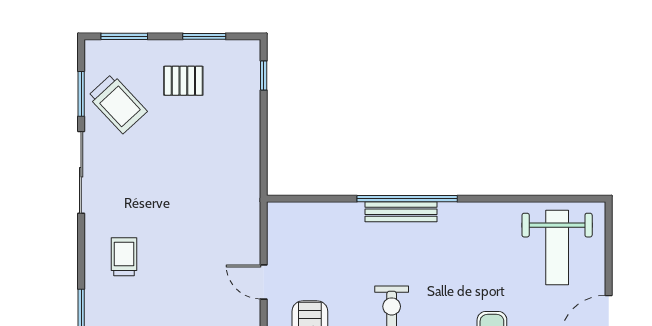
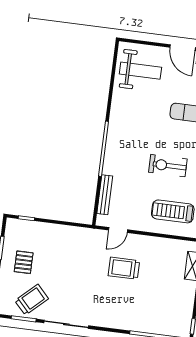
bench: (401, 212) -> (105, 195), moved
trolley: (124, 257) -> (124, 268), moved, width x1.36, depth x1.39
door: (264, 282) -> (118, 230), moved

